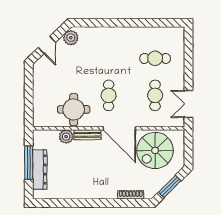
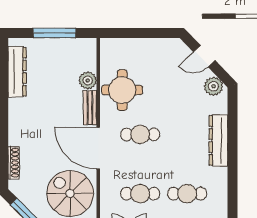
dresser: (113, 34) -> (218, 140), added
cafe table: (155, 58) -> (187, 194), turned 90
door: (119, 128) -> (98, 148), hinge flipped
dresser: (40, 170) -> (17, 72), moved, turned -90

